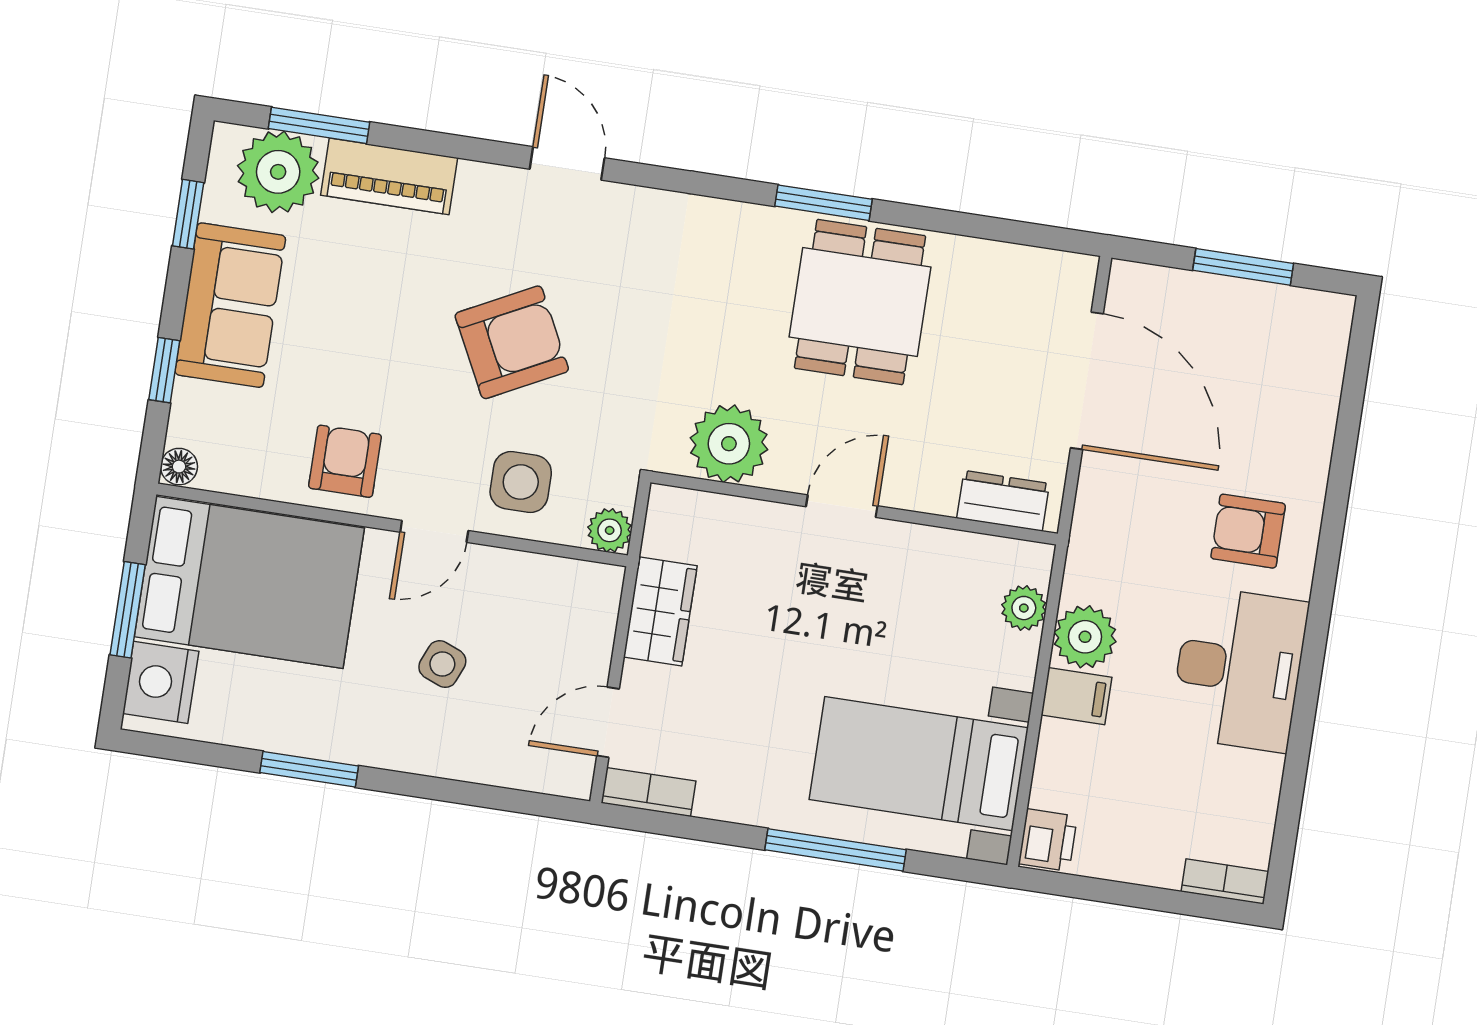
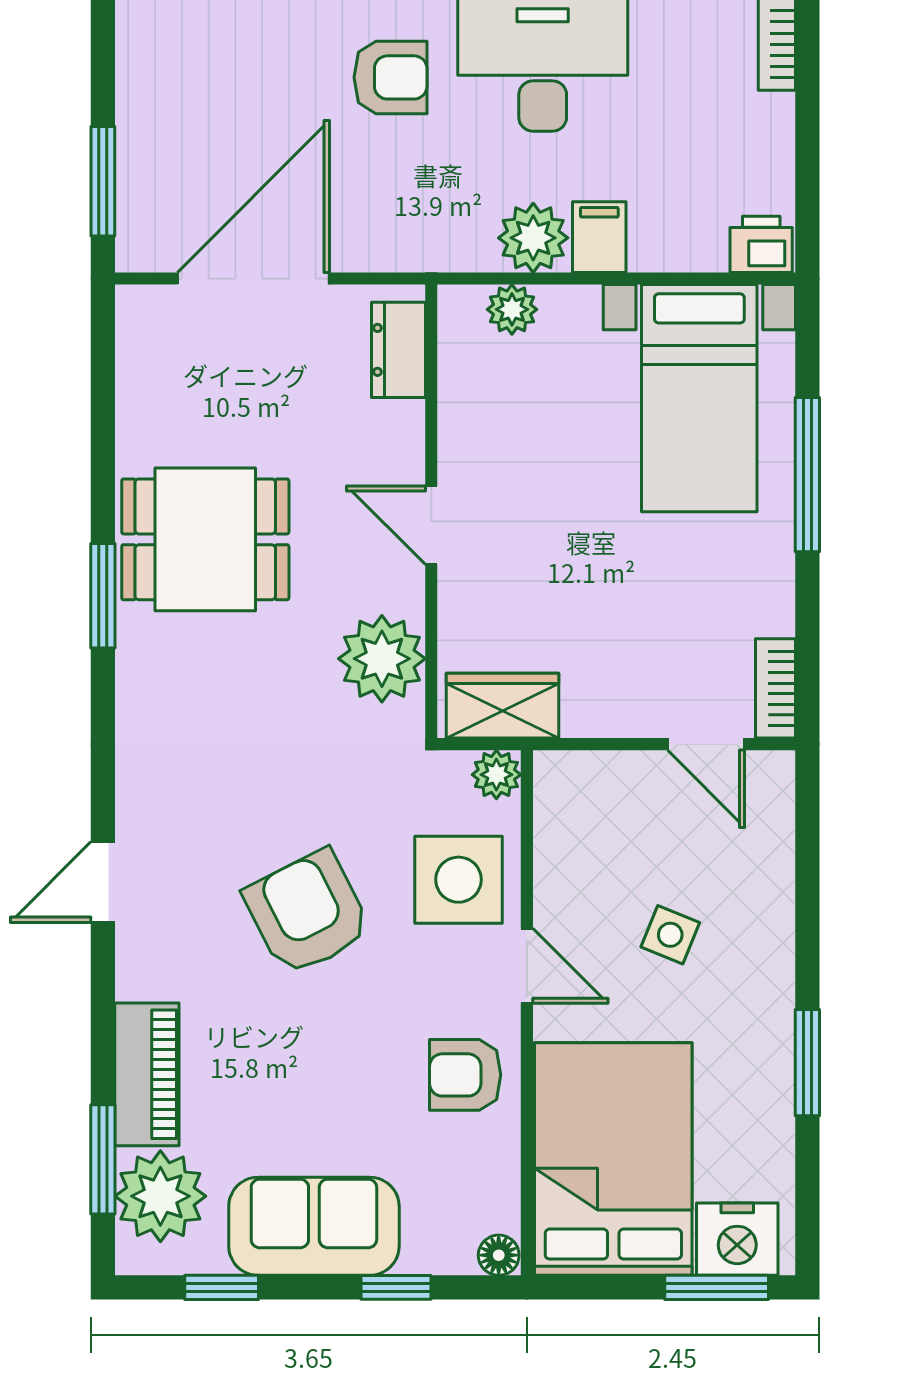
window: (1243, 267) -> (103, 181), moved
side table: (521, 482) -> (458, 880), width x1.37, depth x1.37
armchair: (1248, 531) -> (391, 77), turned -90
window: (128, 610) -> (717, 1287), moved
wardrobe: (660, 611) -> (502, 706), moved

